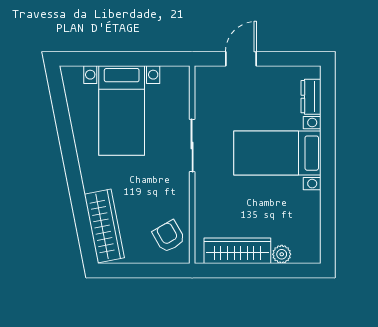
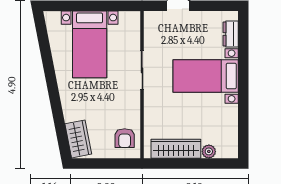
wardrobe: (104, 226) -> (78, 139), width x0.67
armchair: (169, 236) -> (125, 138), turned -150

